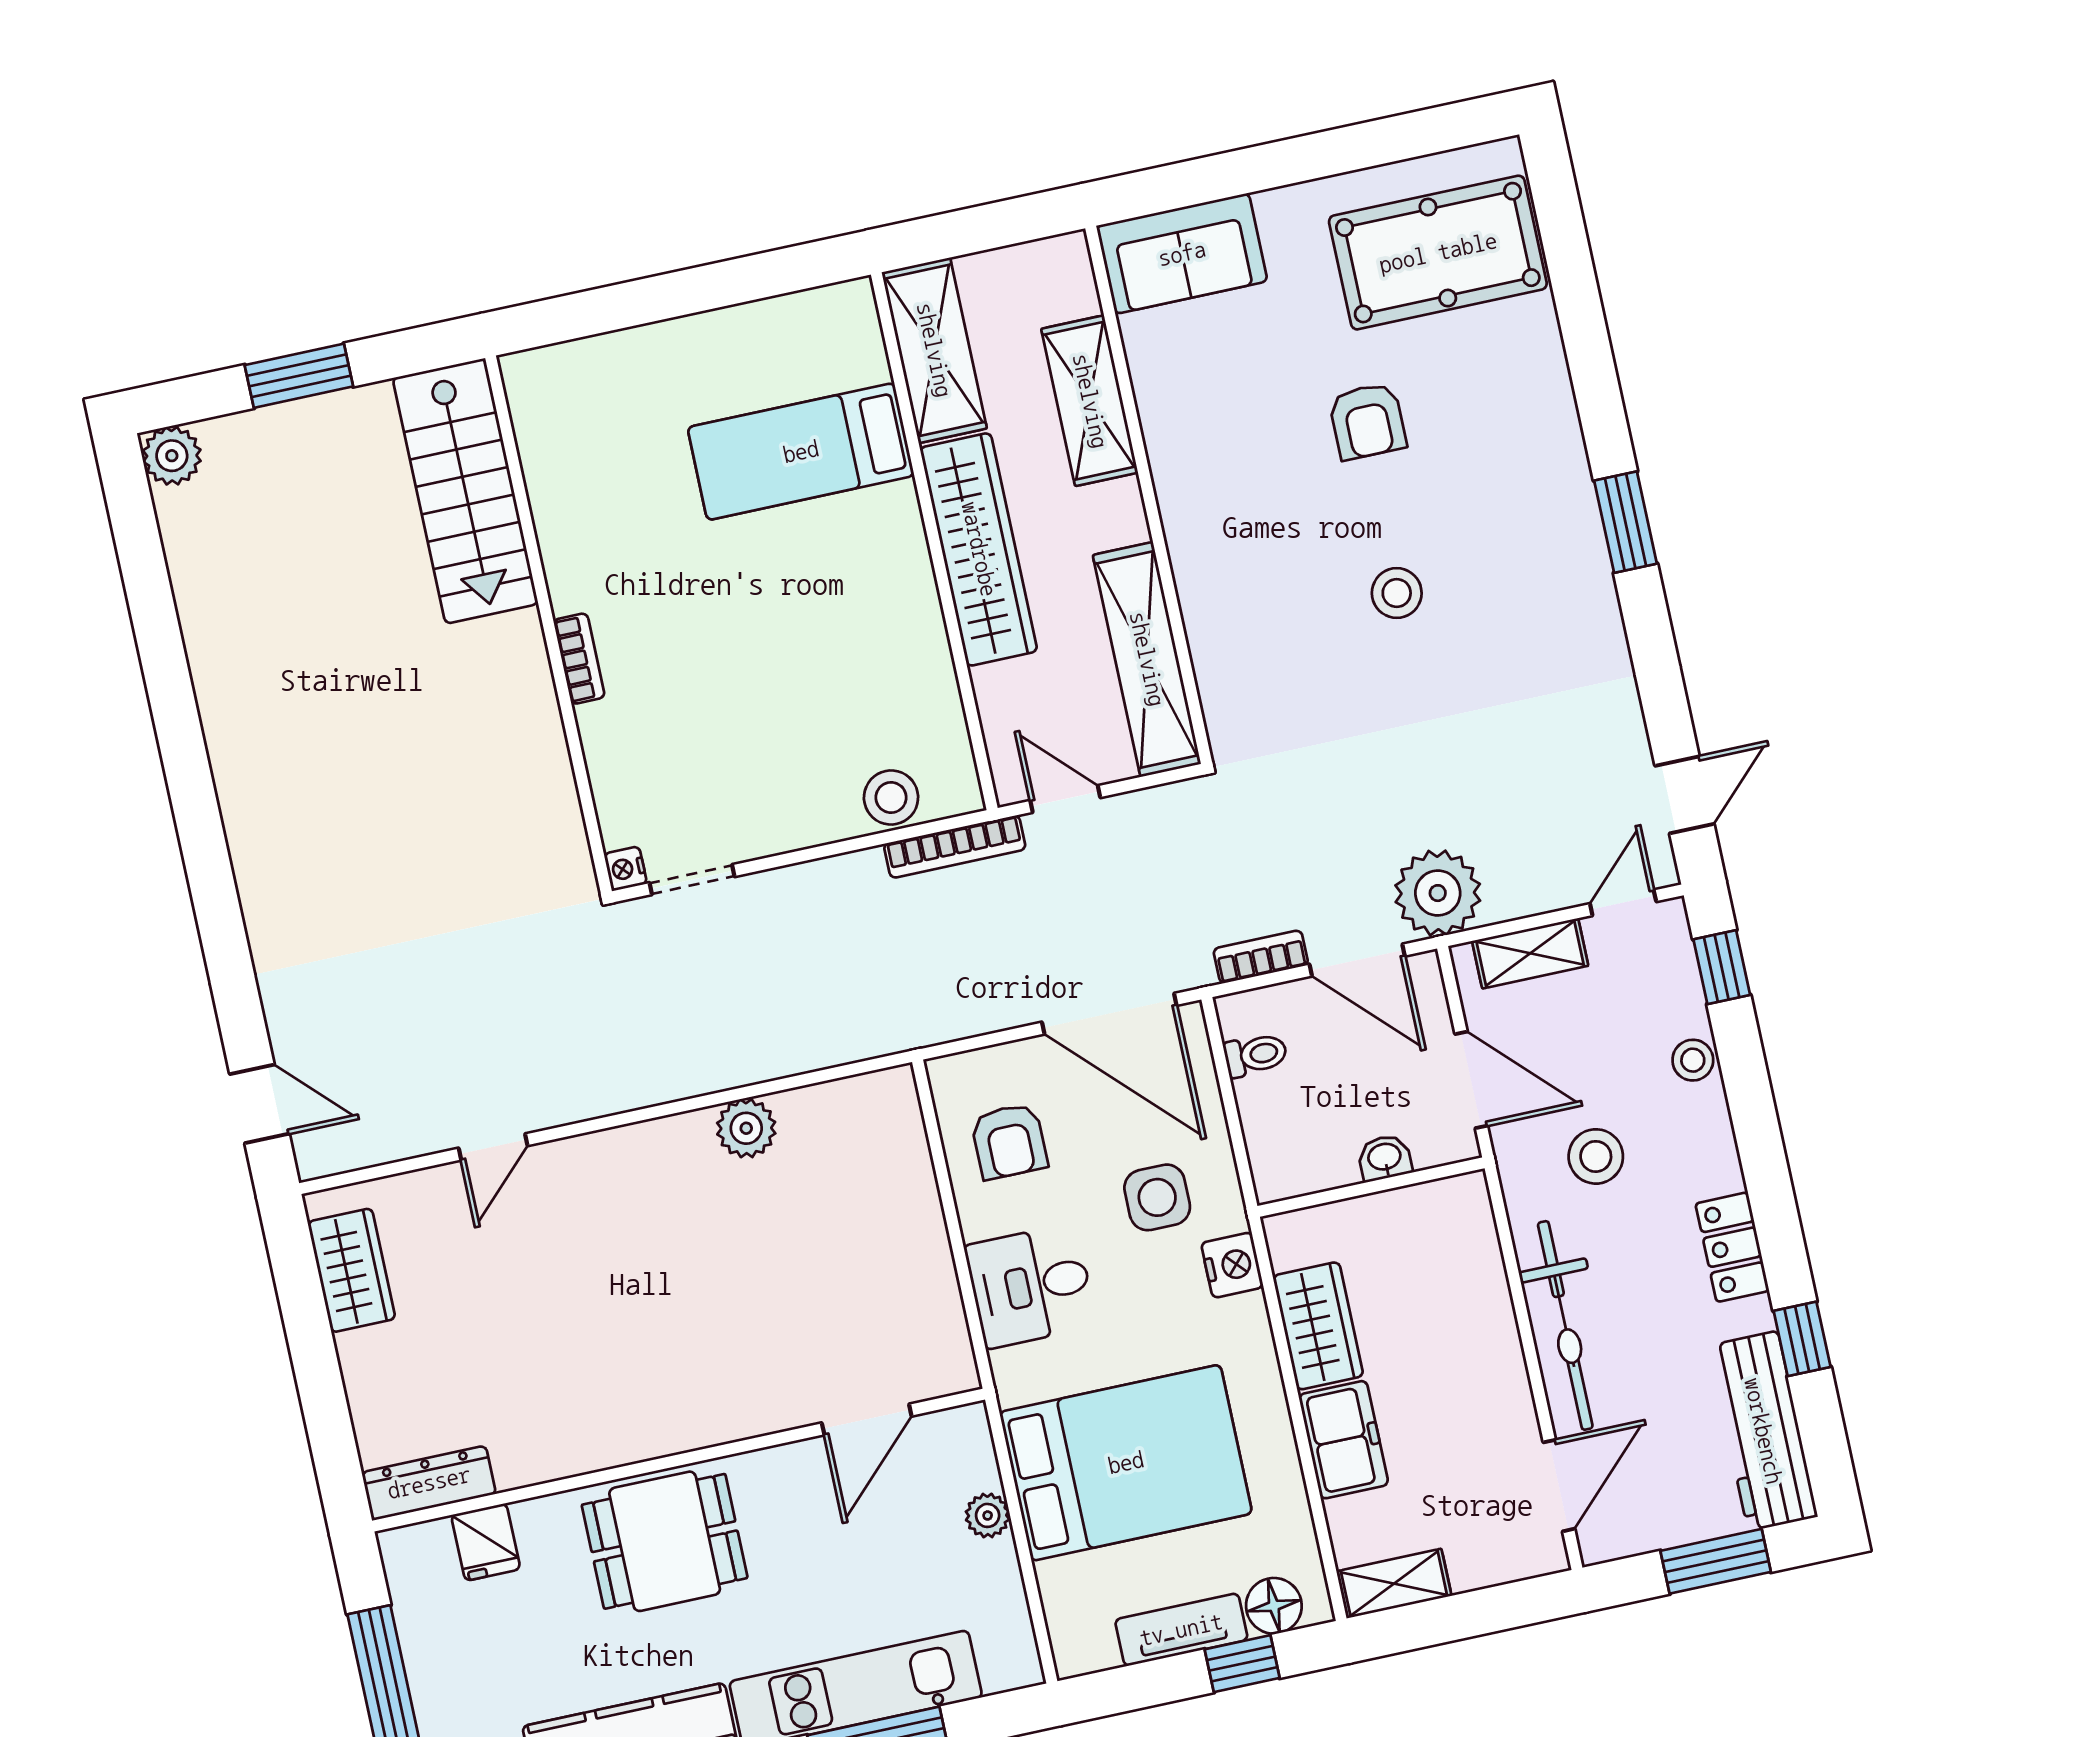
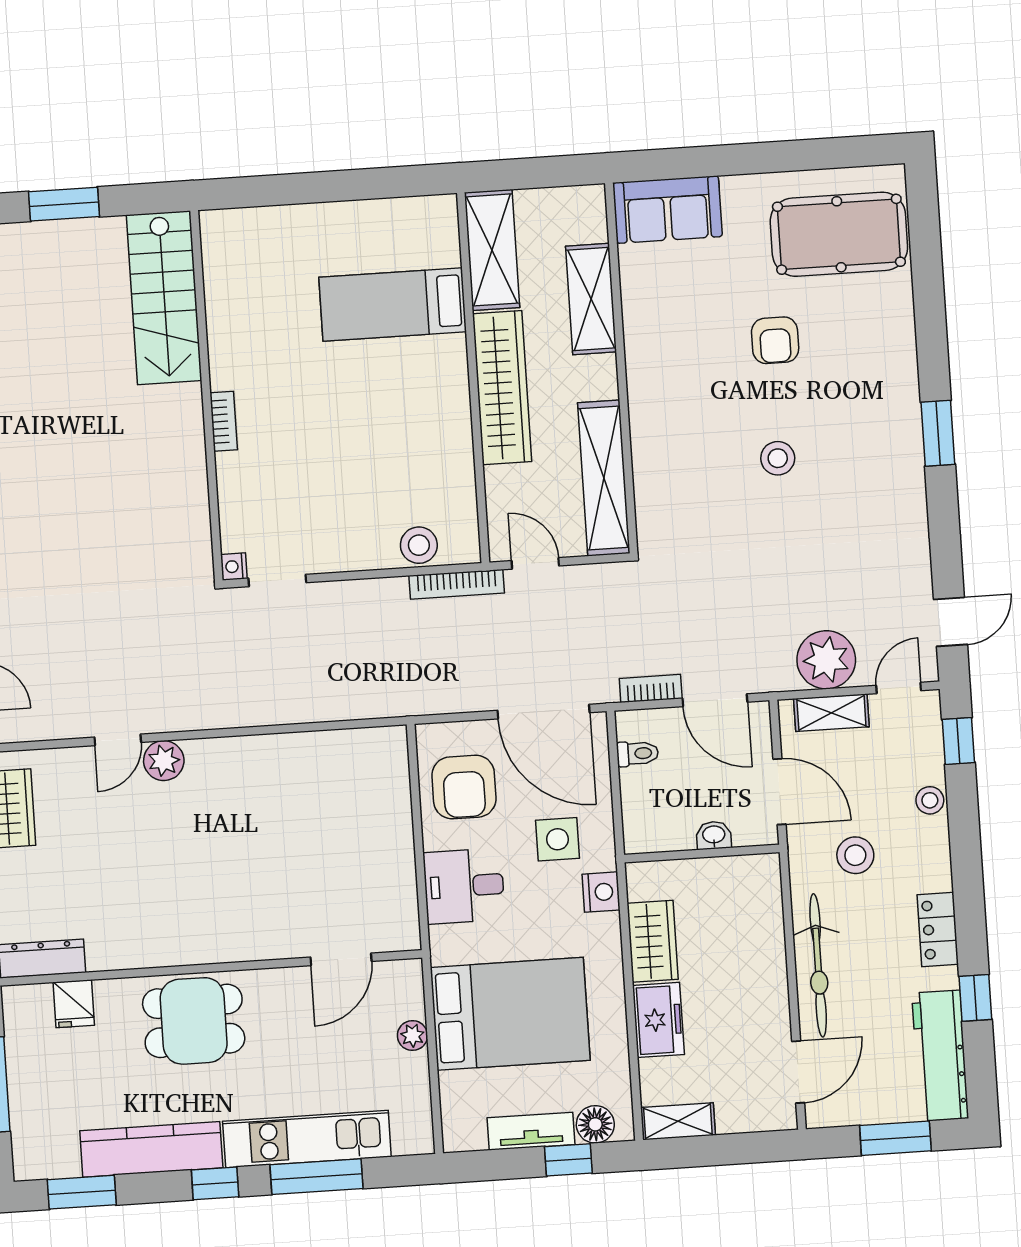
plant: (1438, 893) -> (826, 660), moved
plant: (746, 1128) -> (164, 761), moved
armchair: (1009, 1141) -> (464, 787), width x1.38, depth x1.38

